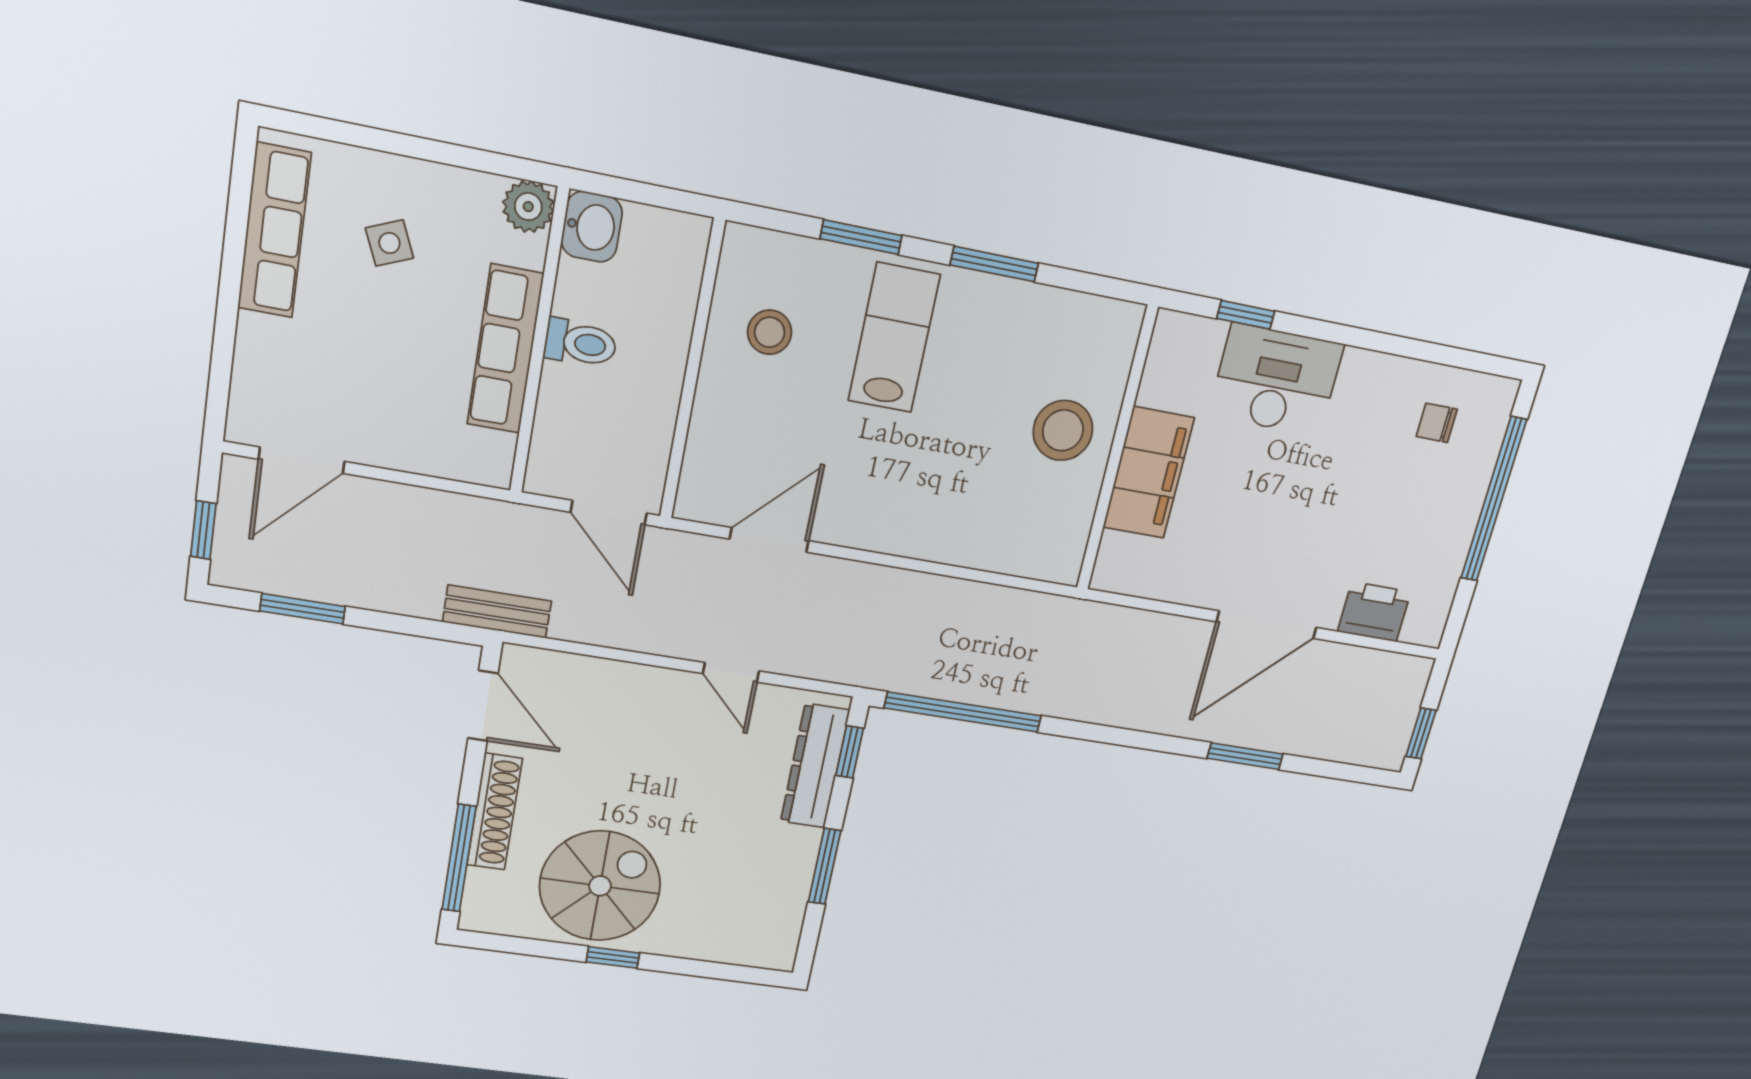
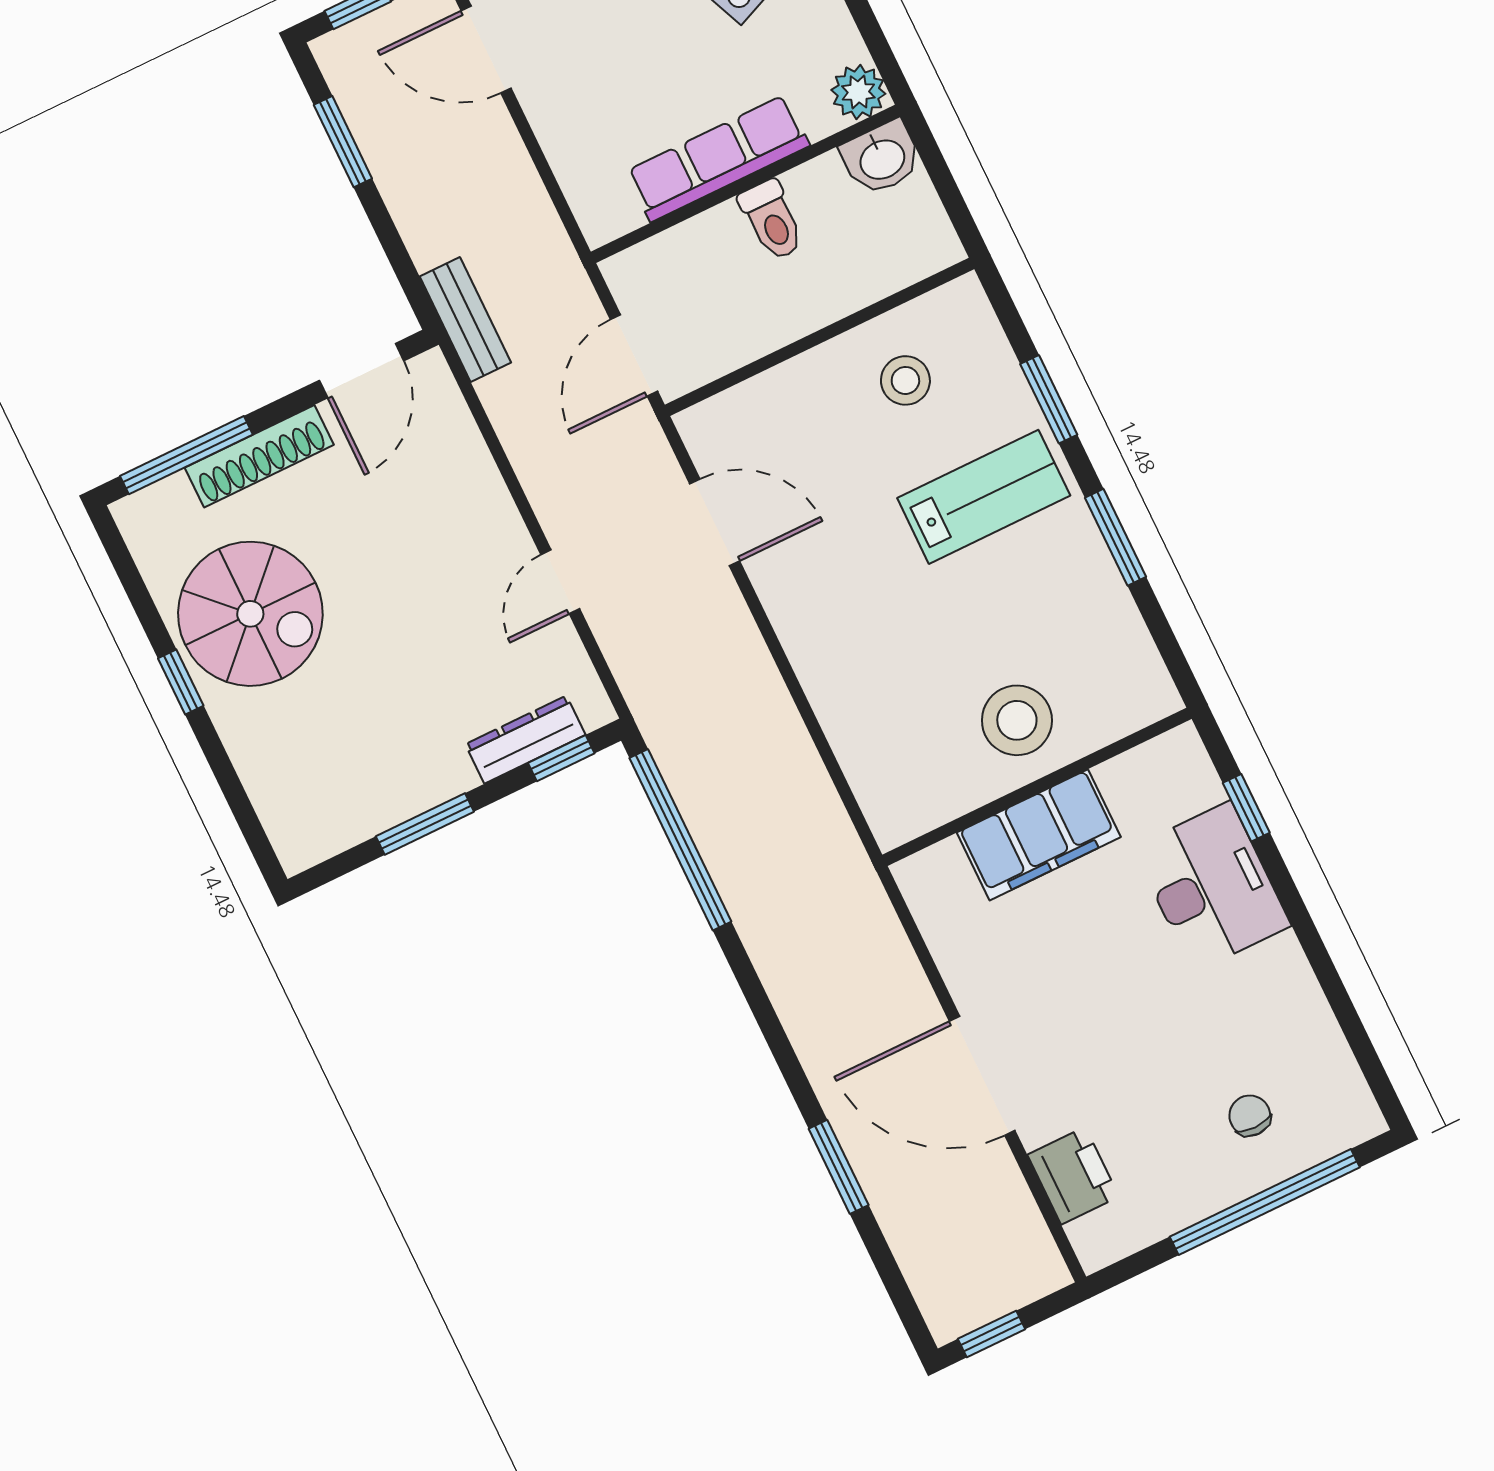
chair: (1437, 423) -> (1250, 1116), moved
dresser: (815, 766) -> (525, 740), width x0.73, depth x0.80

